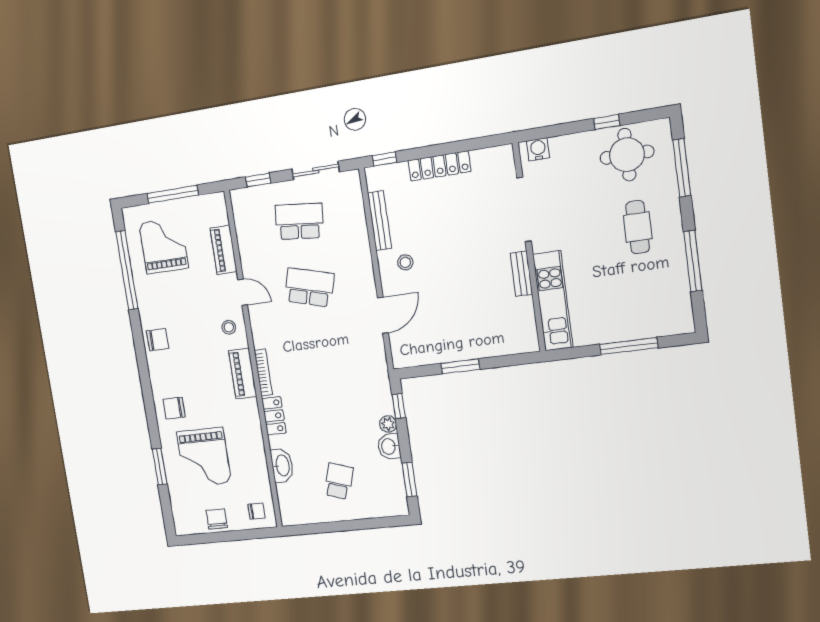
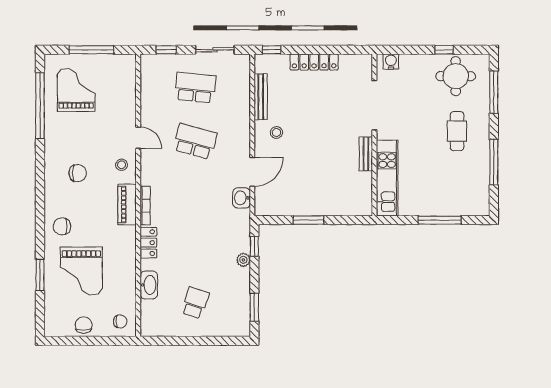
piano: (224, 250) -> (128, 101), removed
chair: (157, 340) -> (78, 173), moved
washbasin: (389, 446) -> (242, 198), moved

